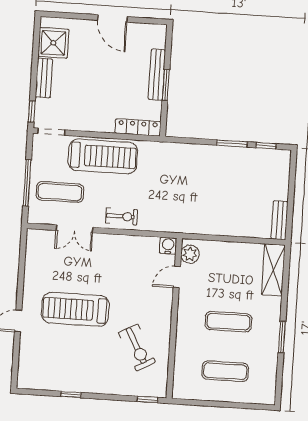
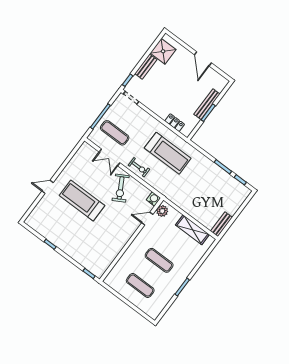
locker: (138, 127) -> (175, 123), width x0.66
treadmill: (103, 156) -> (168, 153), moved
shelving: (273, 270) -> (192, 230), moved, turned 90
exercise bike: (137, 347) -> (121, 188), moved

